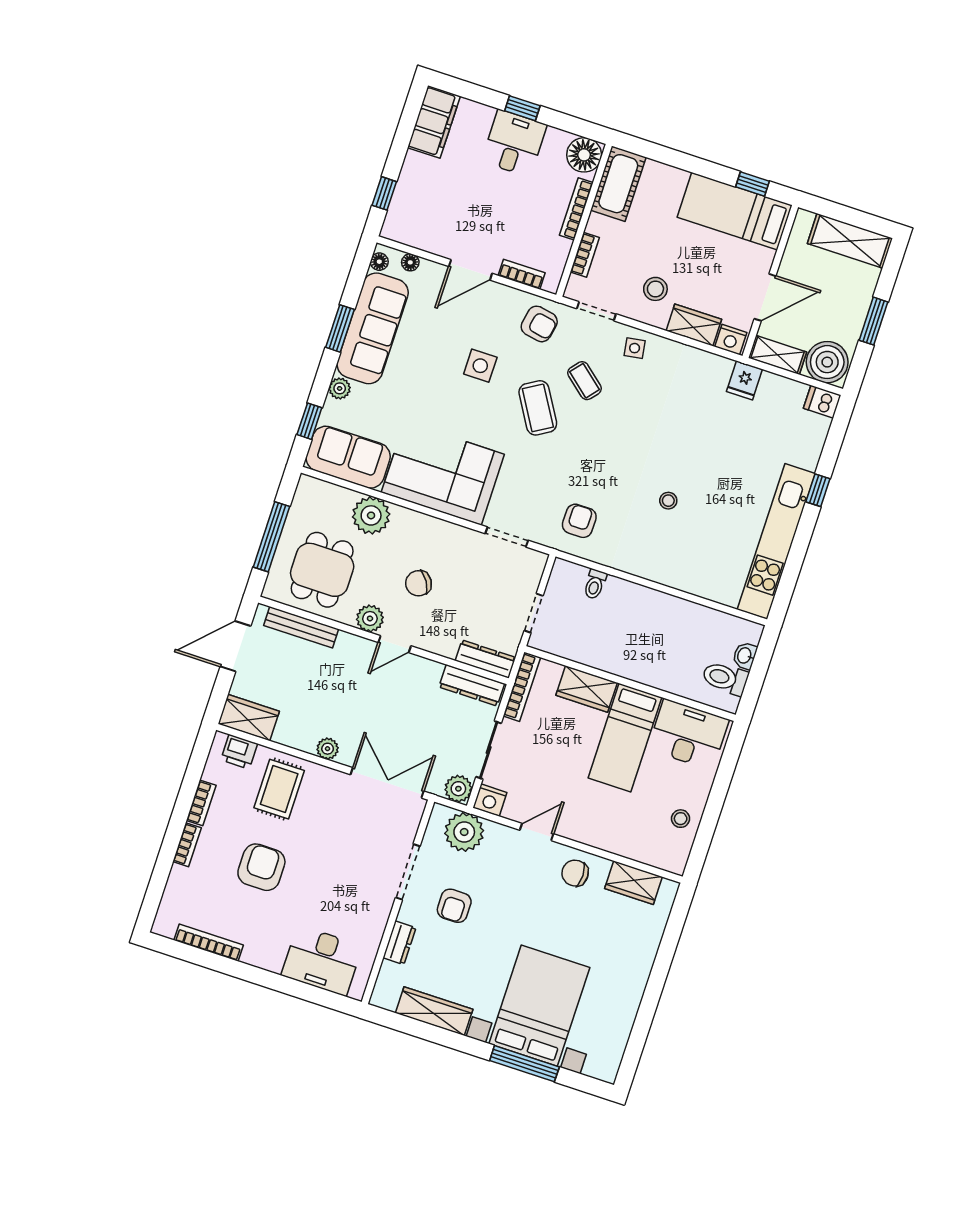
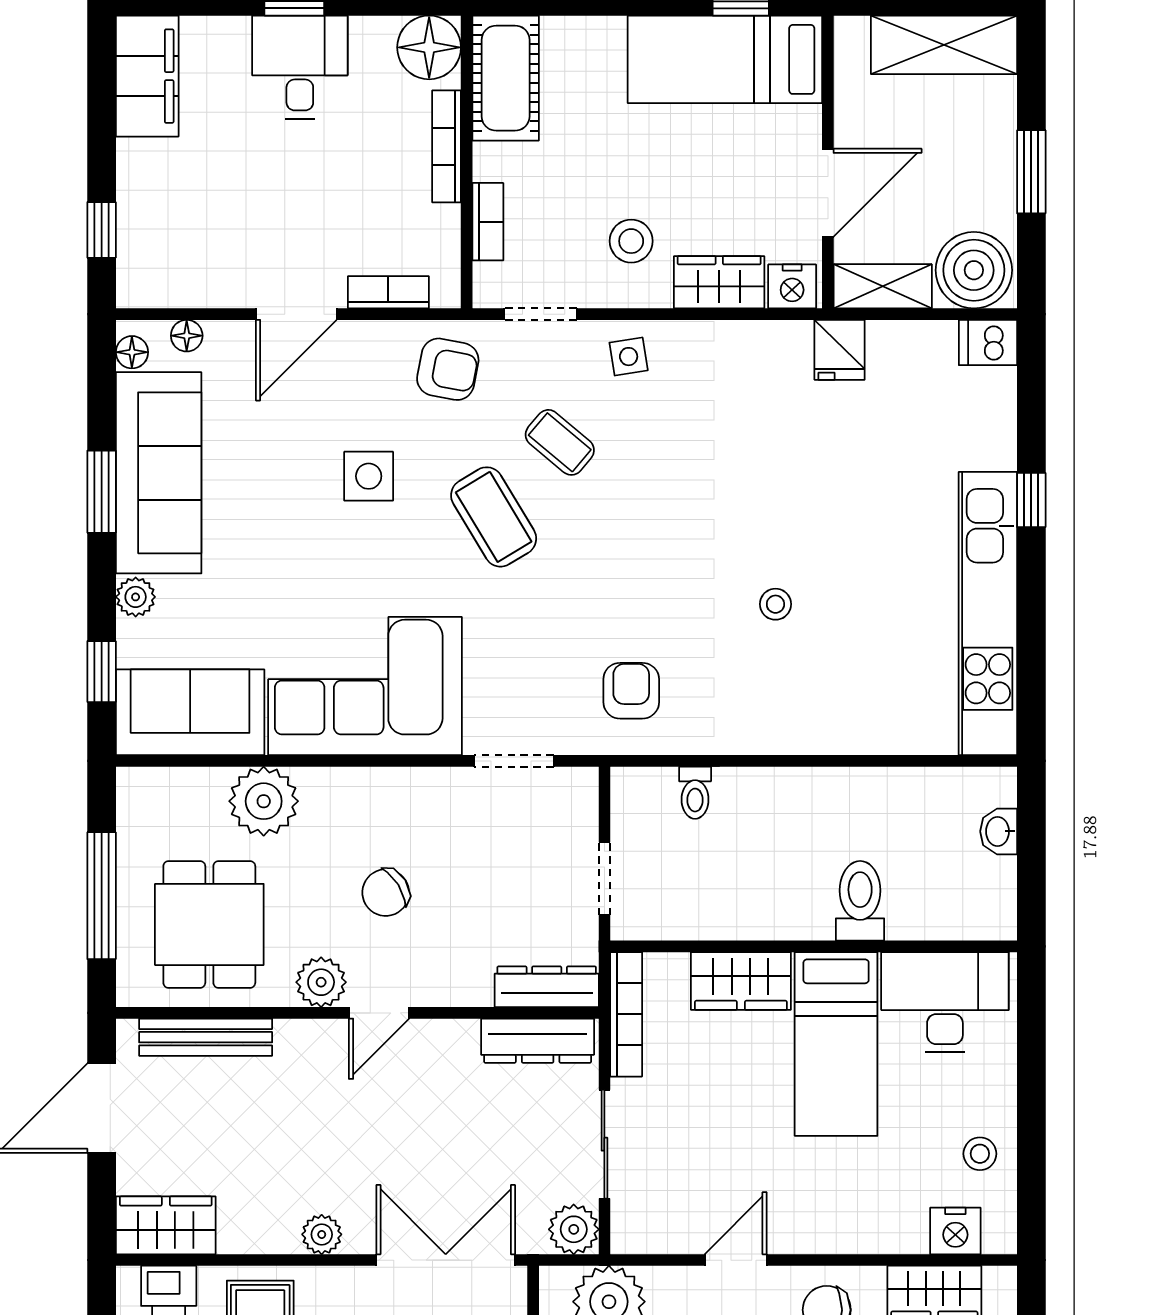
toilet: (725, 678) -> (860, 901), moved, turned 90
nightstand: (490, 800) -> (955, 1231), moved

